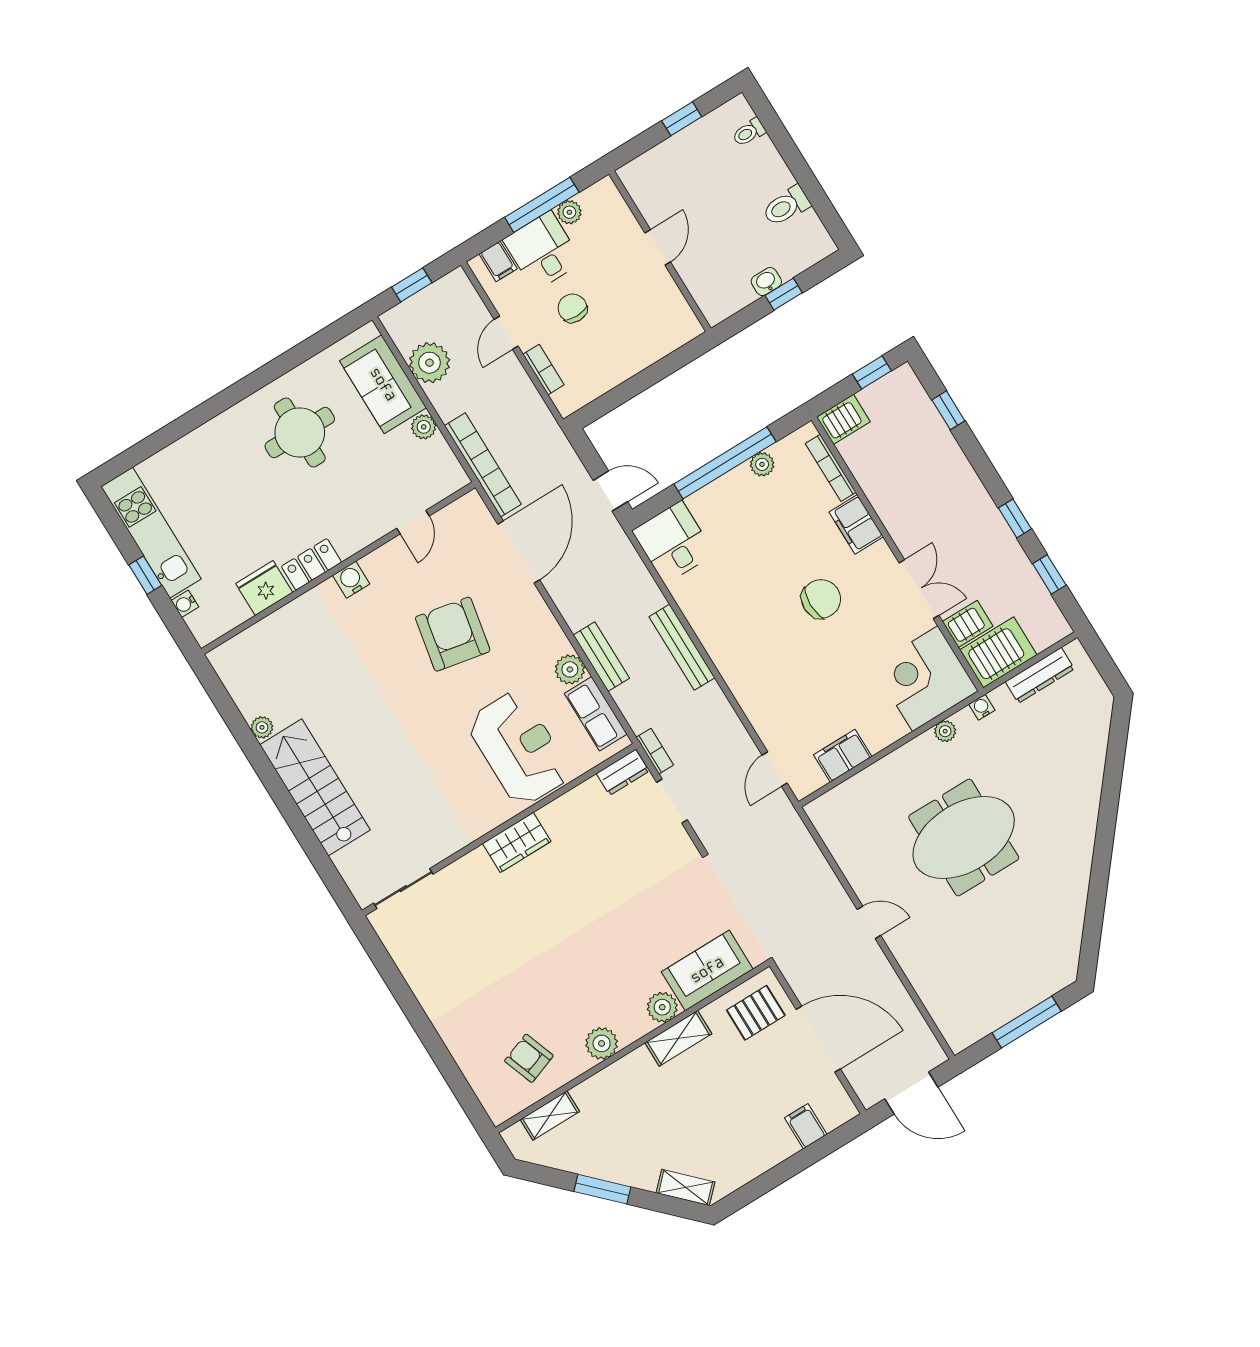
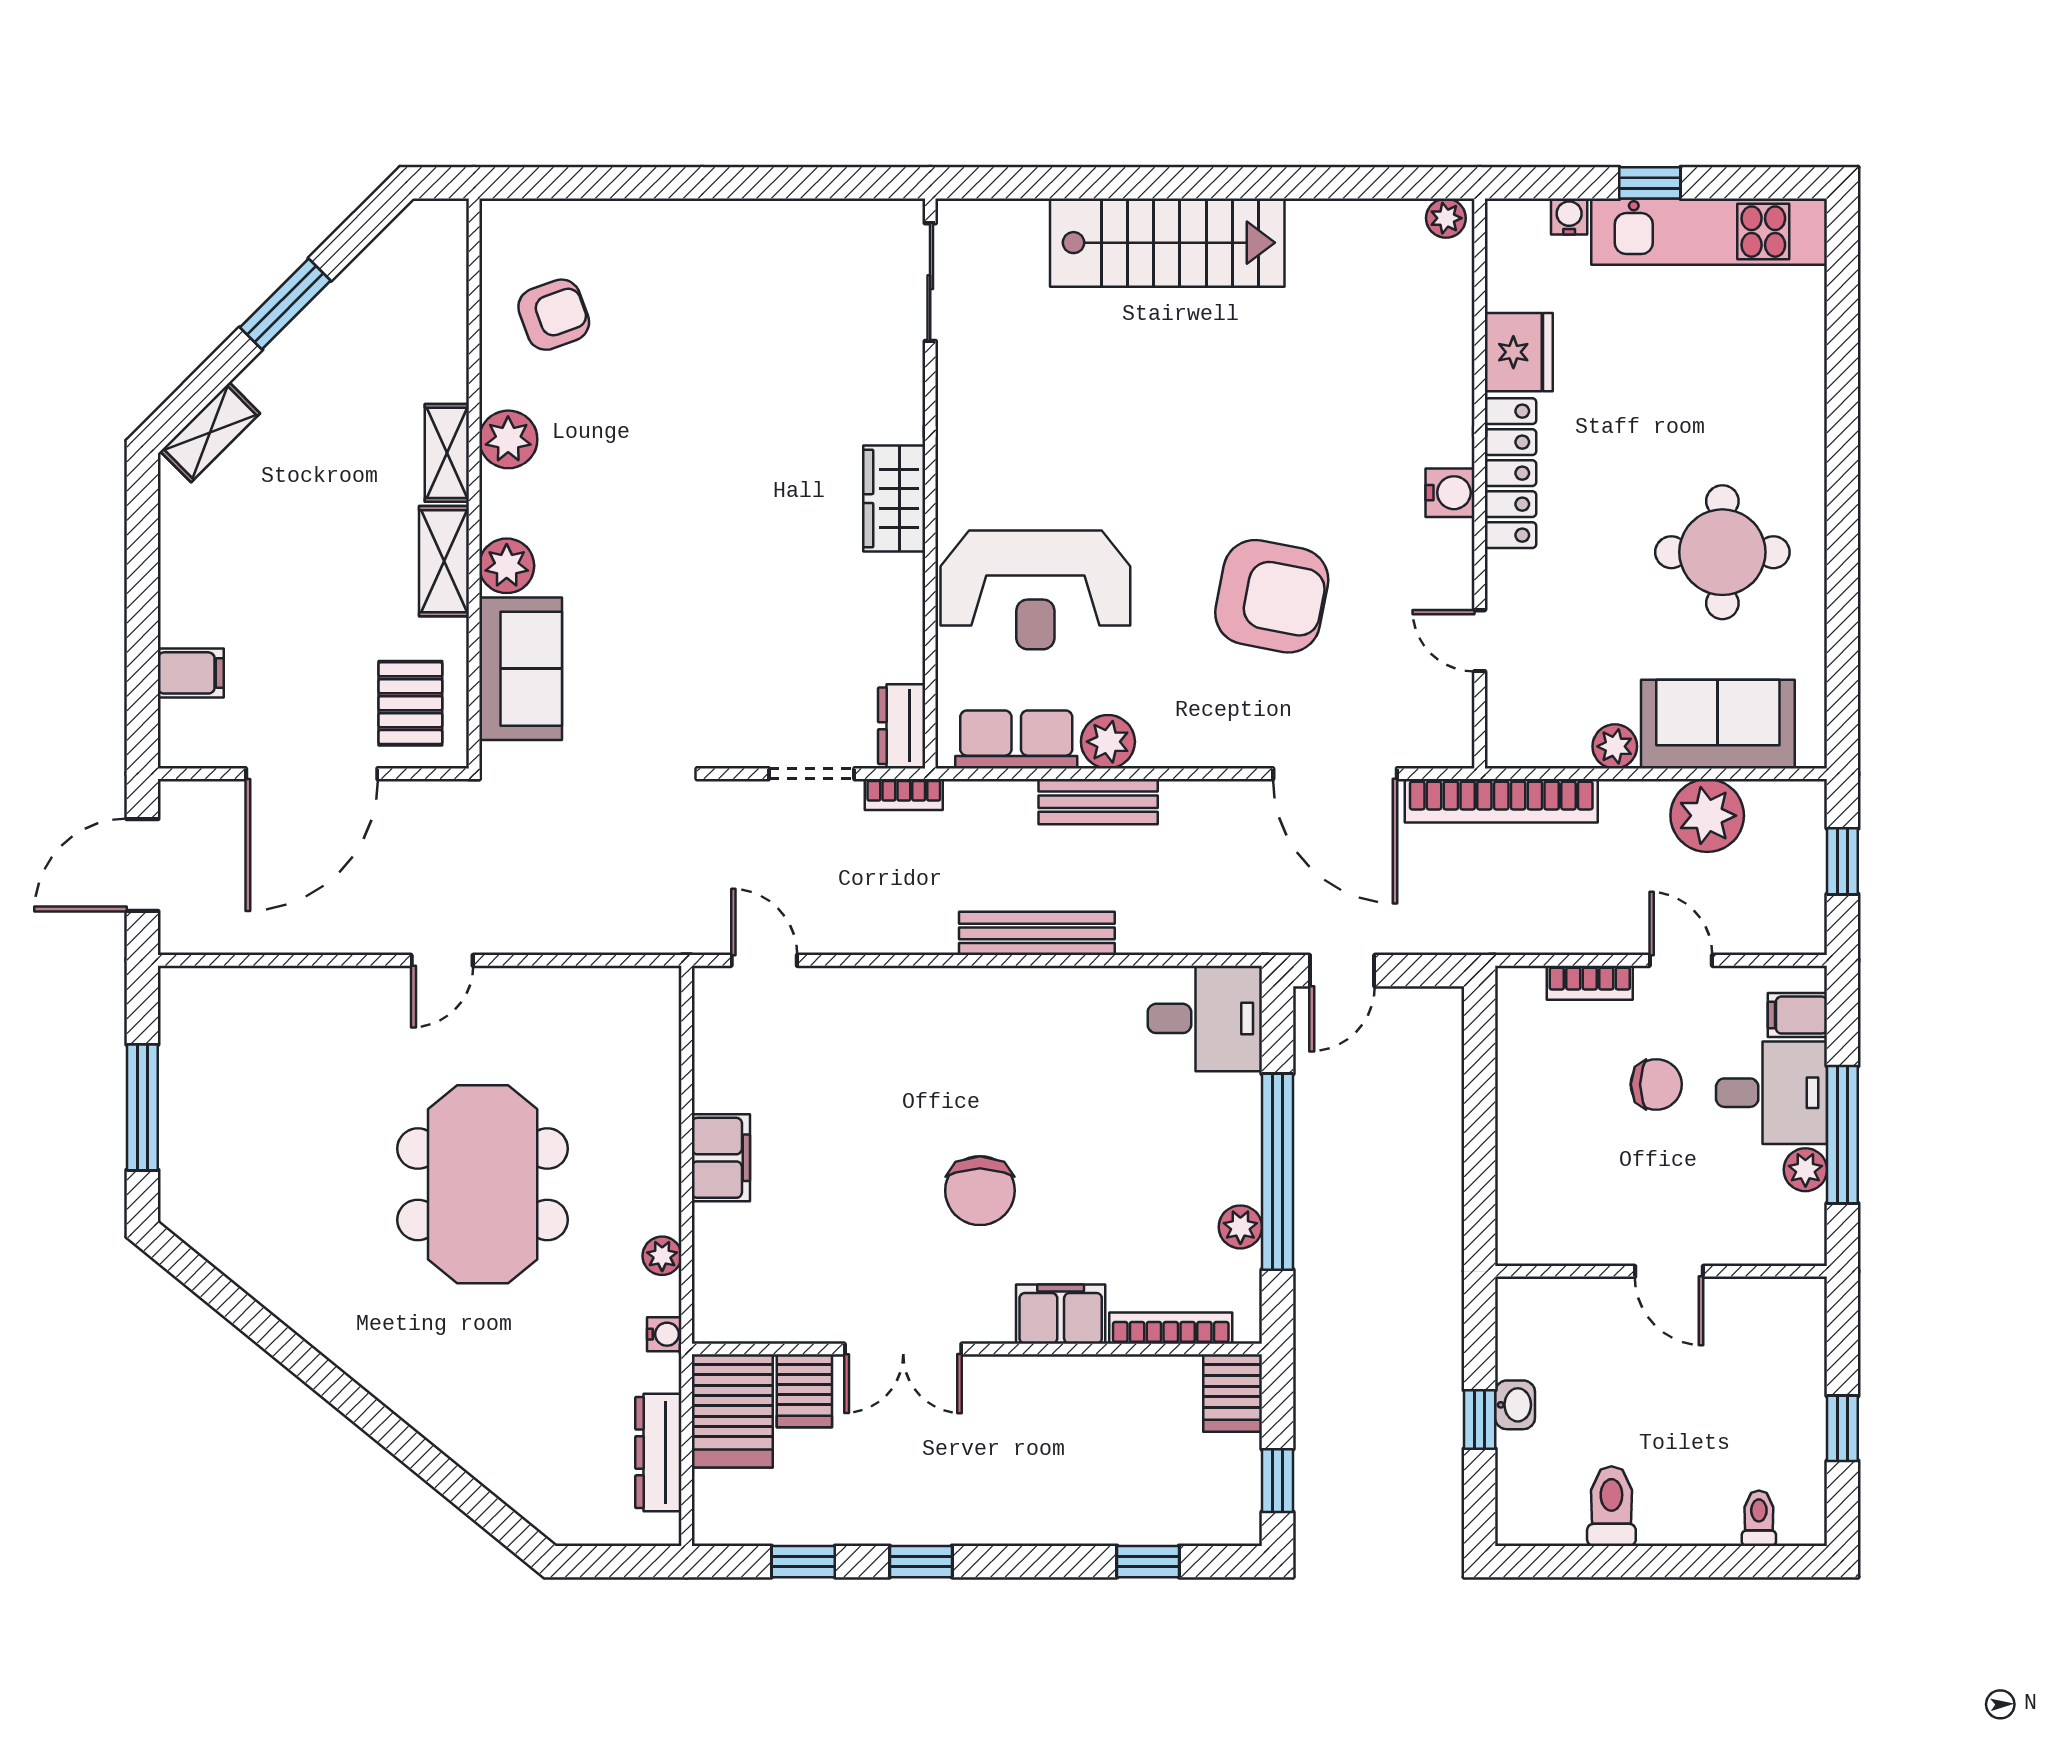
locker: (311, 564) -> (1510, 473), width x1.53
corner desk: (925, 679) -> (761, 1275), removed
plant: (262, 727) -> (1446, 218), moved
filing cabinet: (843, 756) -> (721, 1158), moved
shelving: (550, 1116) -> (447, 453), moved

